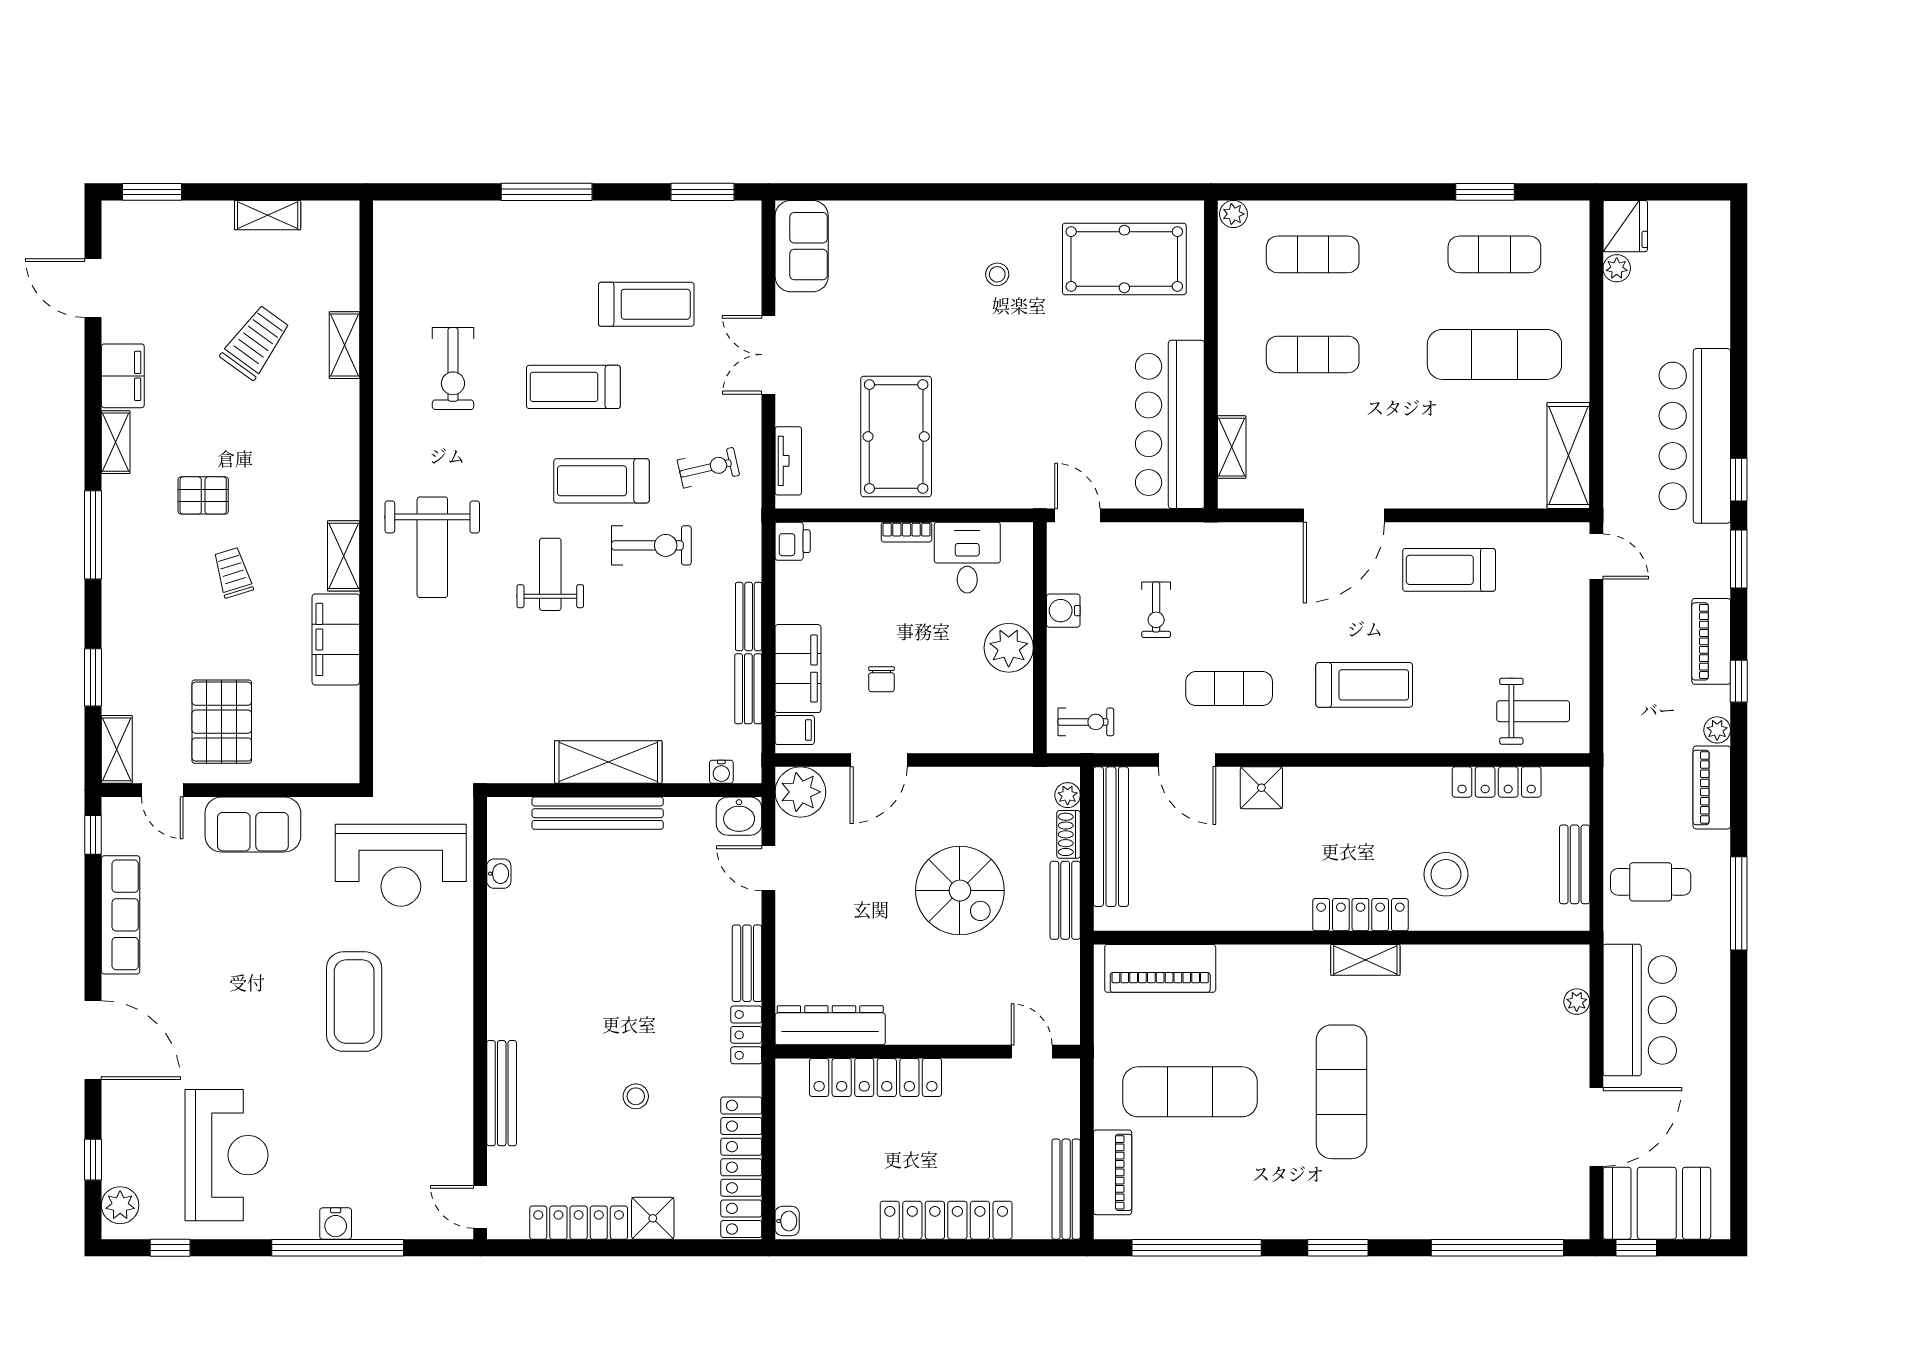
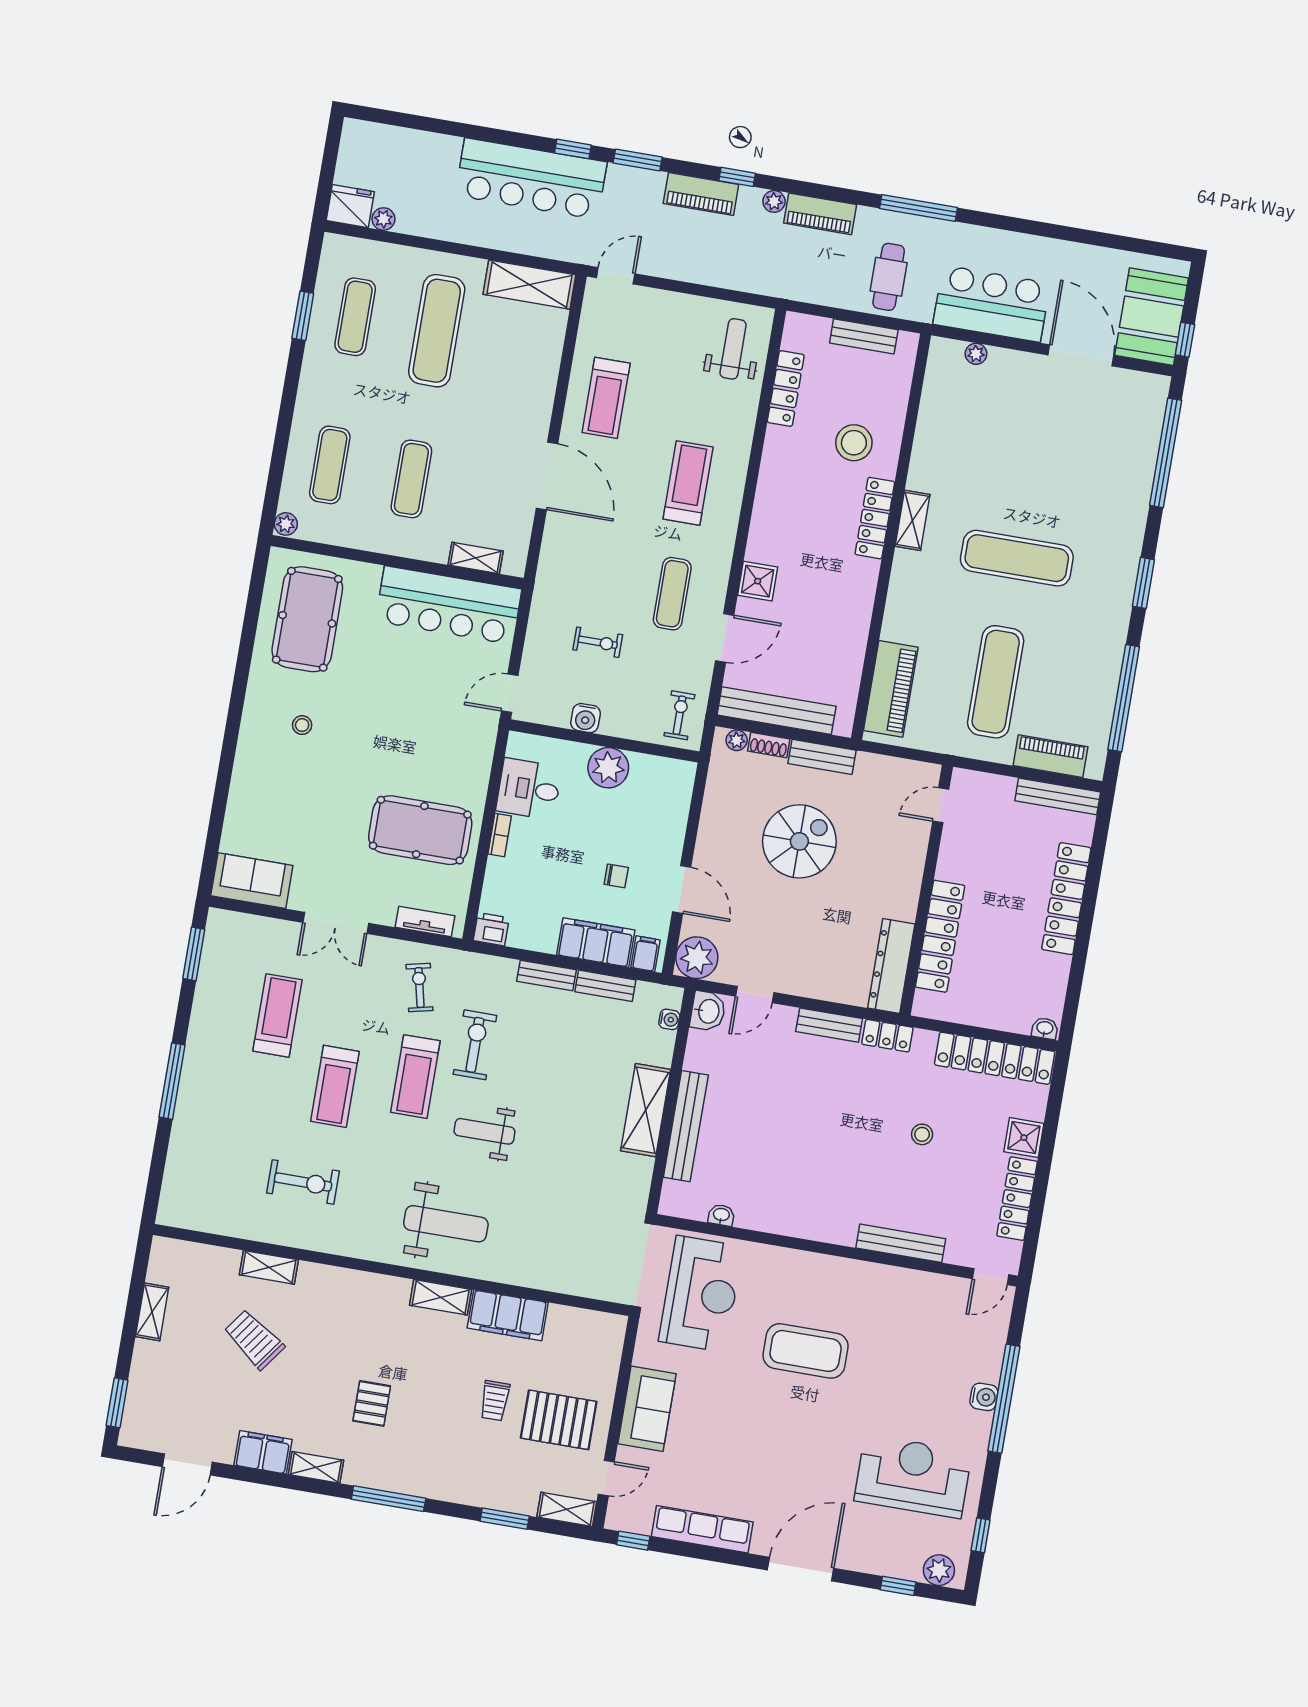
trolley: (233, 573) -> (495, 1401), moved, turned -73

